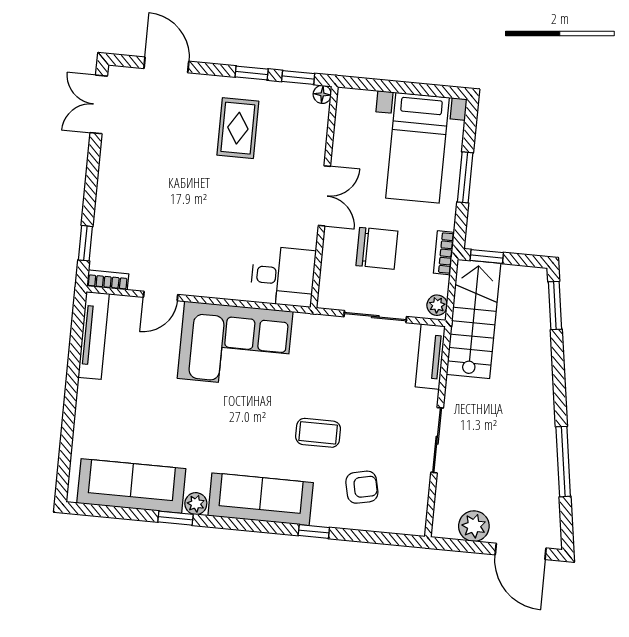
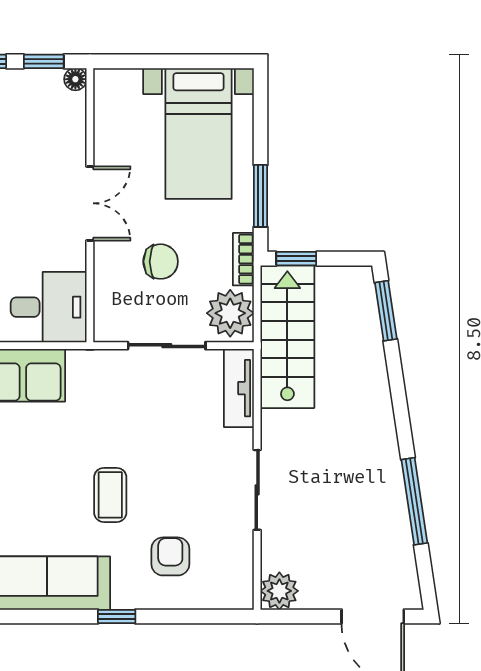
window: (465, 177) -> (260, 196), moved
chair: (377, 248) -> (161, 262), width x0.73, depth x0.73
plant: (437, 305) -> (230, 313), width x1.87, depth x1.87
coffee table: (318, 433) -> (110, 495), turned 90
armchair: (362, 487) -> (170, 556), turned -78
plant: (474, 526) -> (279, 591), moved

